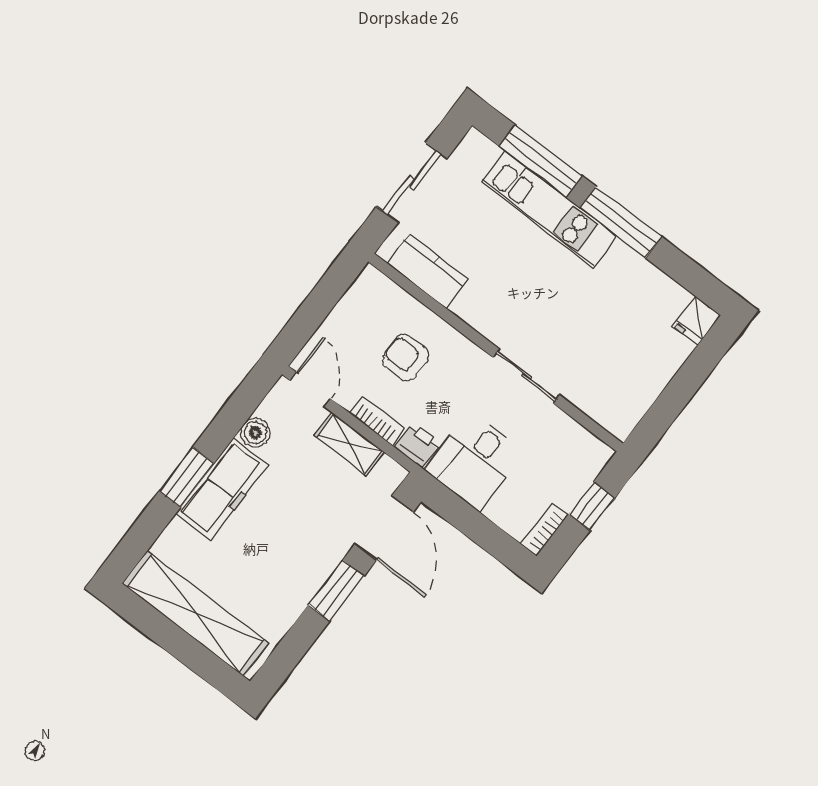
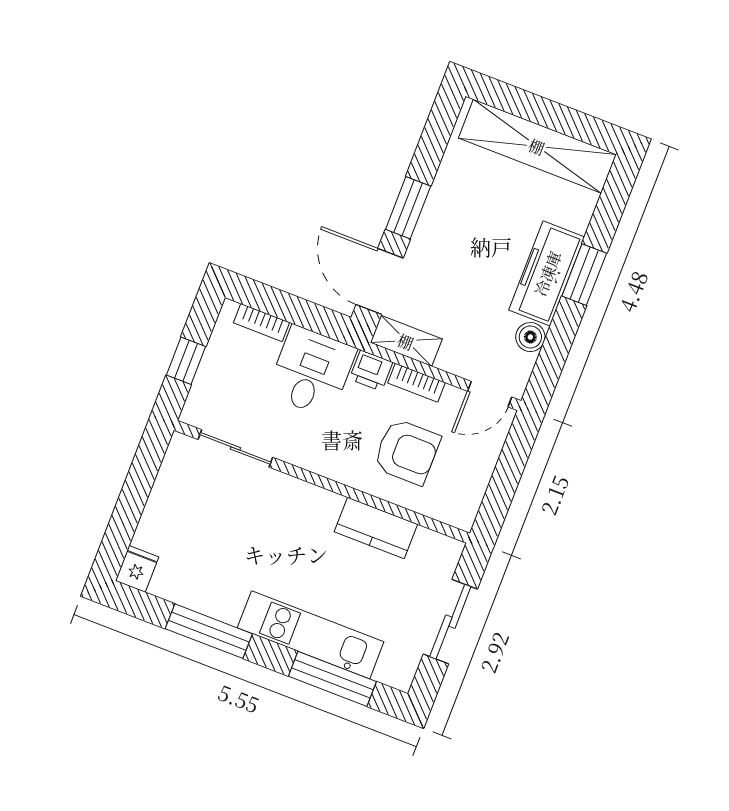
window: (621, 222) -> (209, 631), moved
kitchen counter: (428, 271) -> (376, 528), moved
armchair: (406, 357) -> (407, 452), width x1.38, depth x1.38
sliding door: (526, 376) -> (235, 448), moved
door: (310, 389) -> (490, 394), hinge flipped
shelving: (349, 444) -> (406, 341), moved
bookcase: (544, 529) -> (262, 323), moved, turned 90

